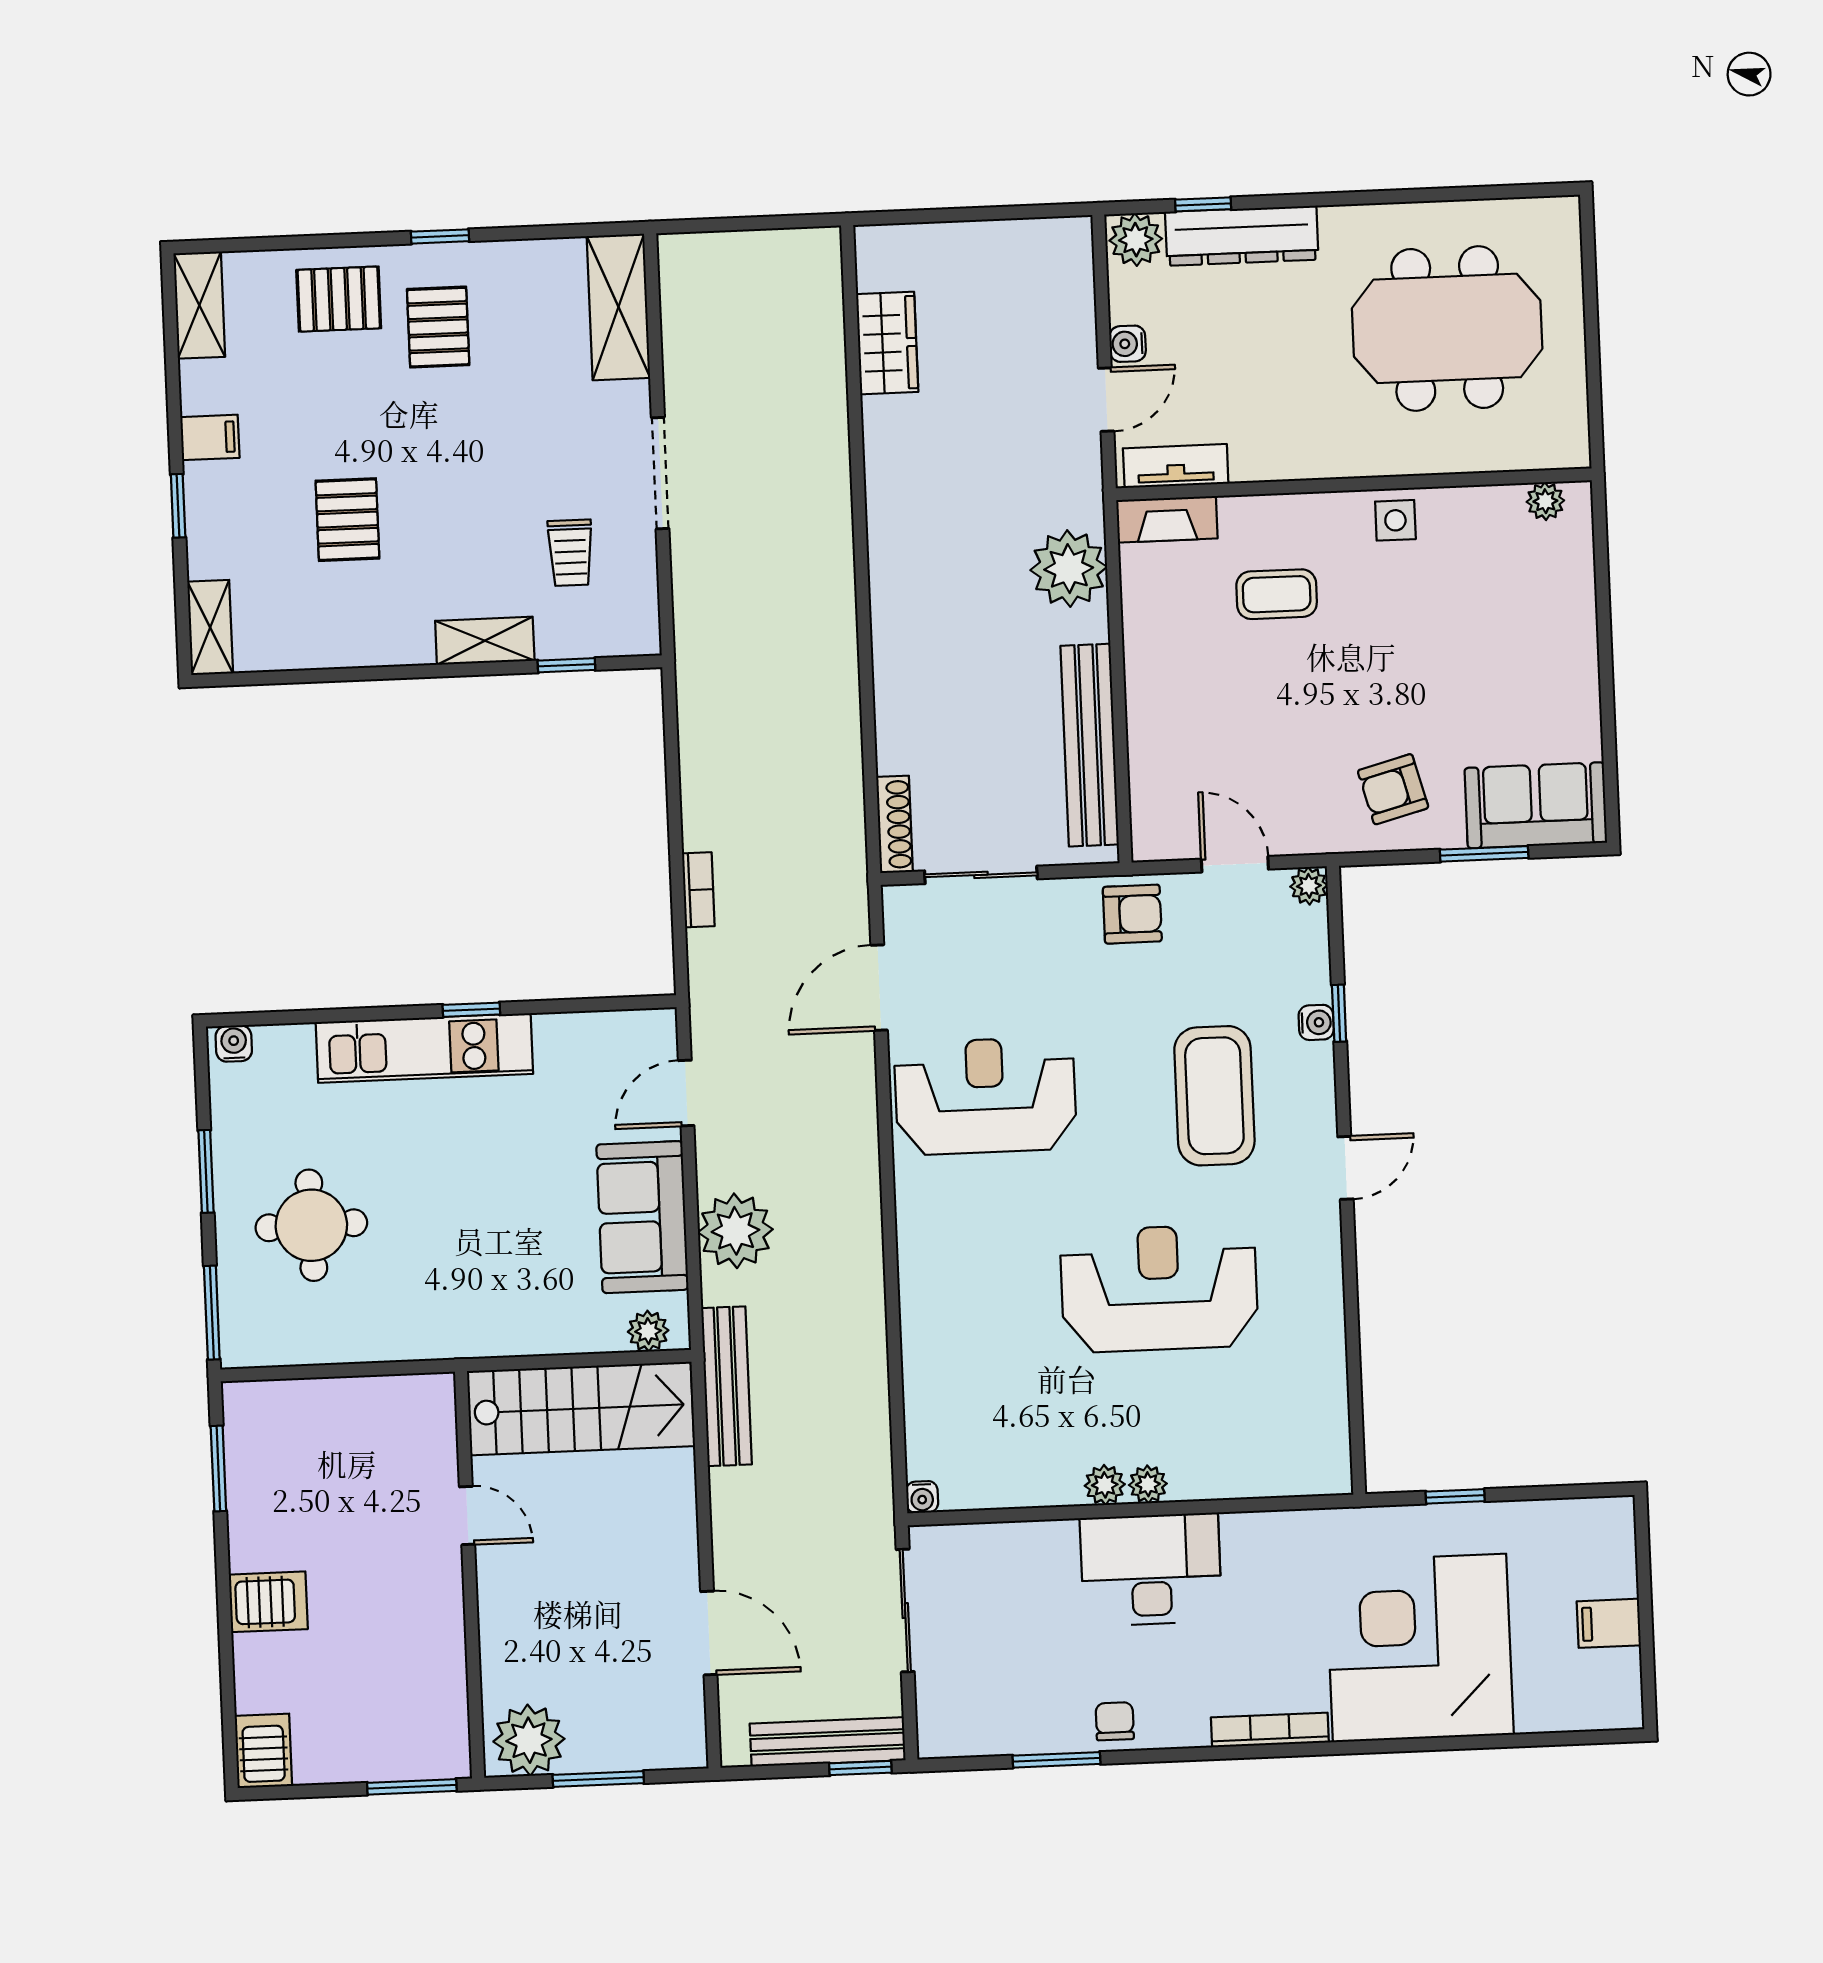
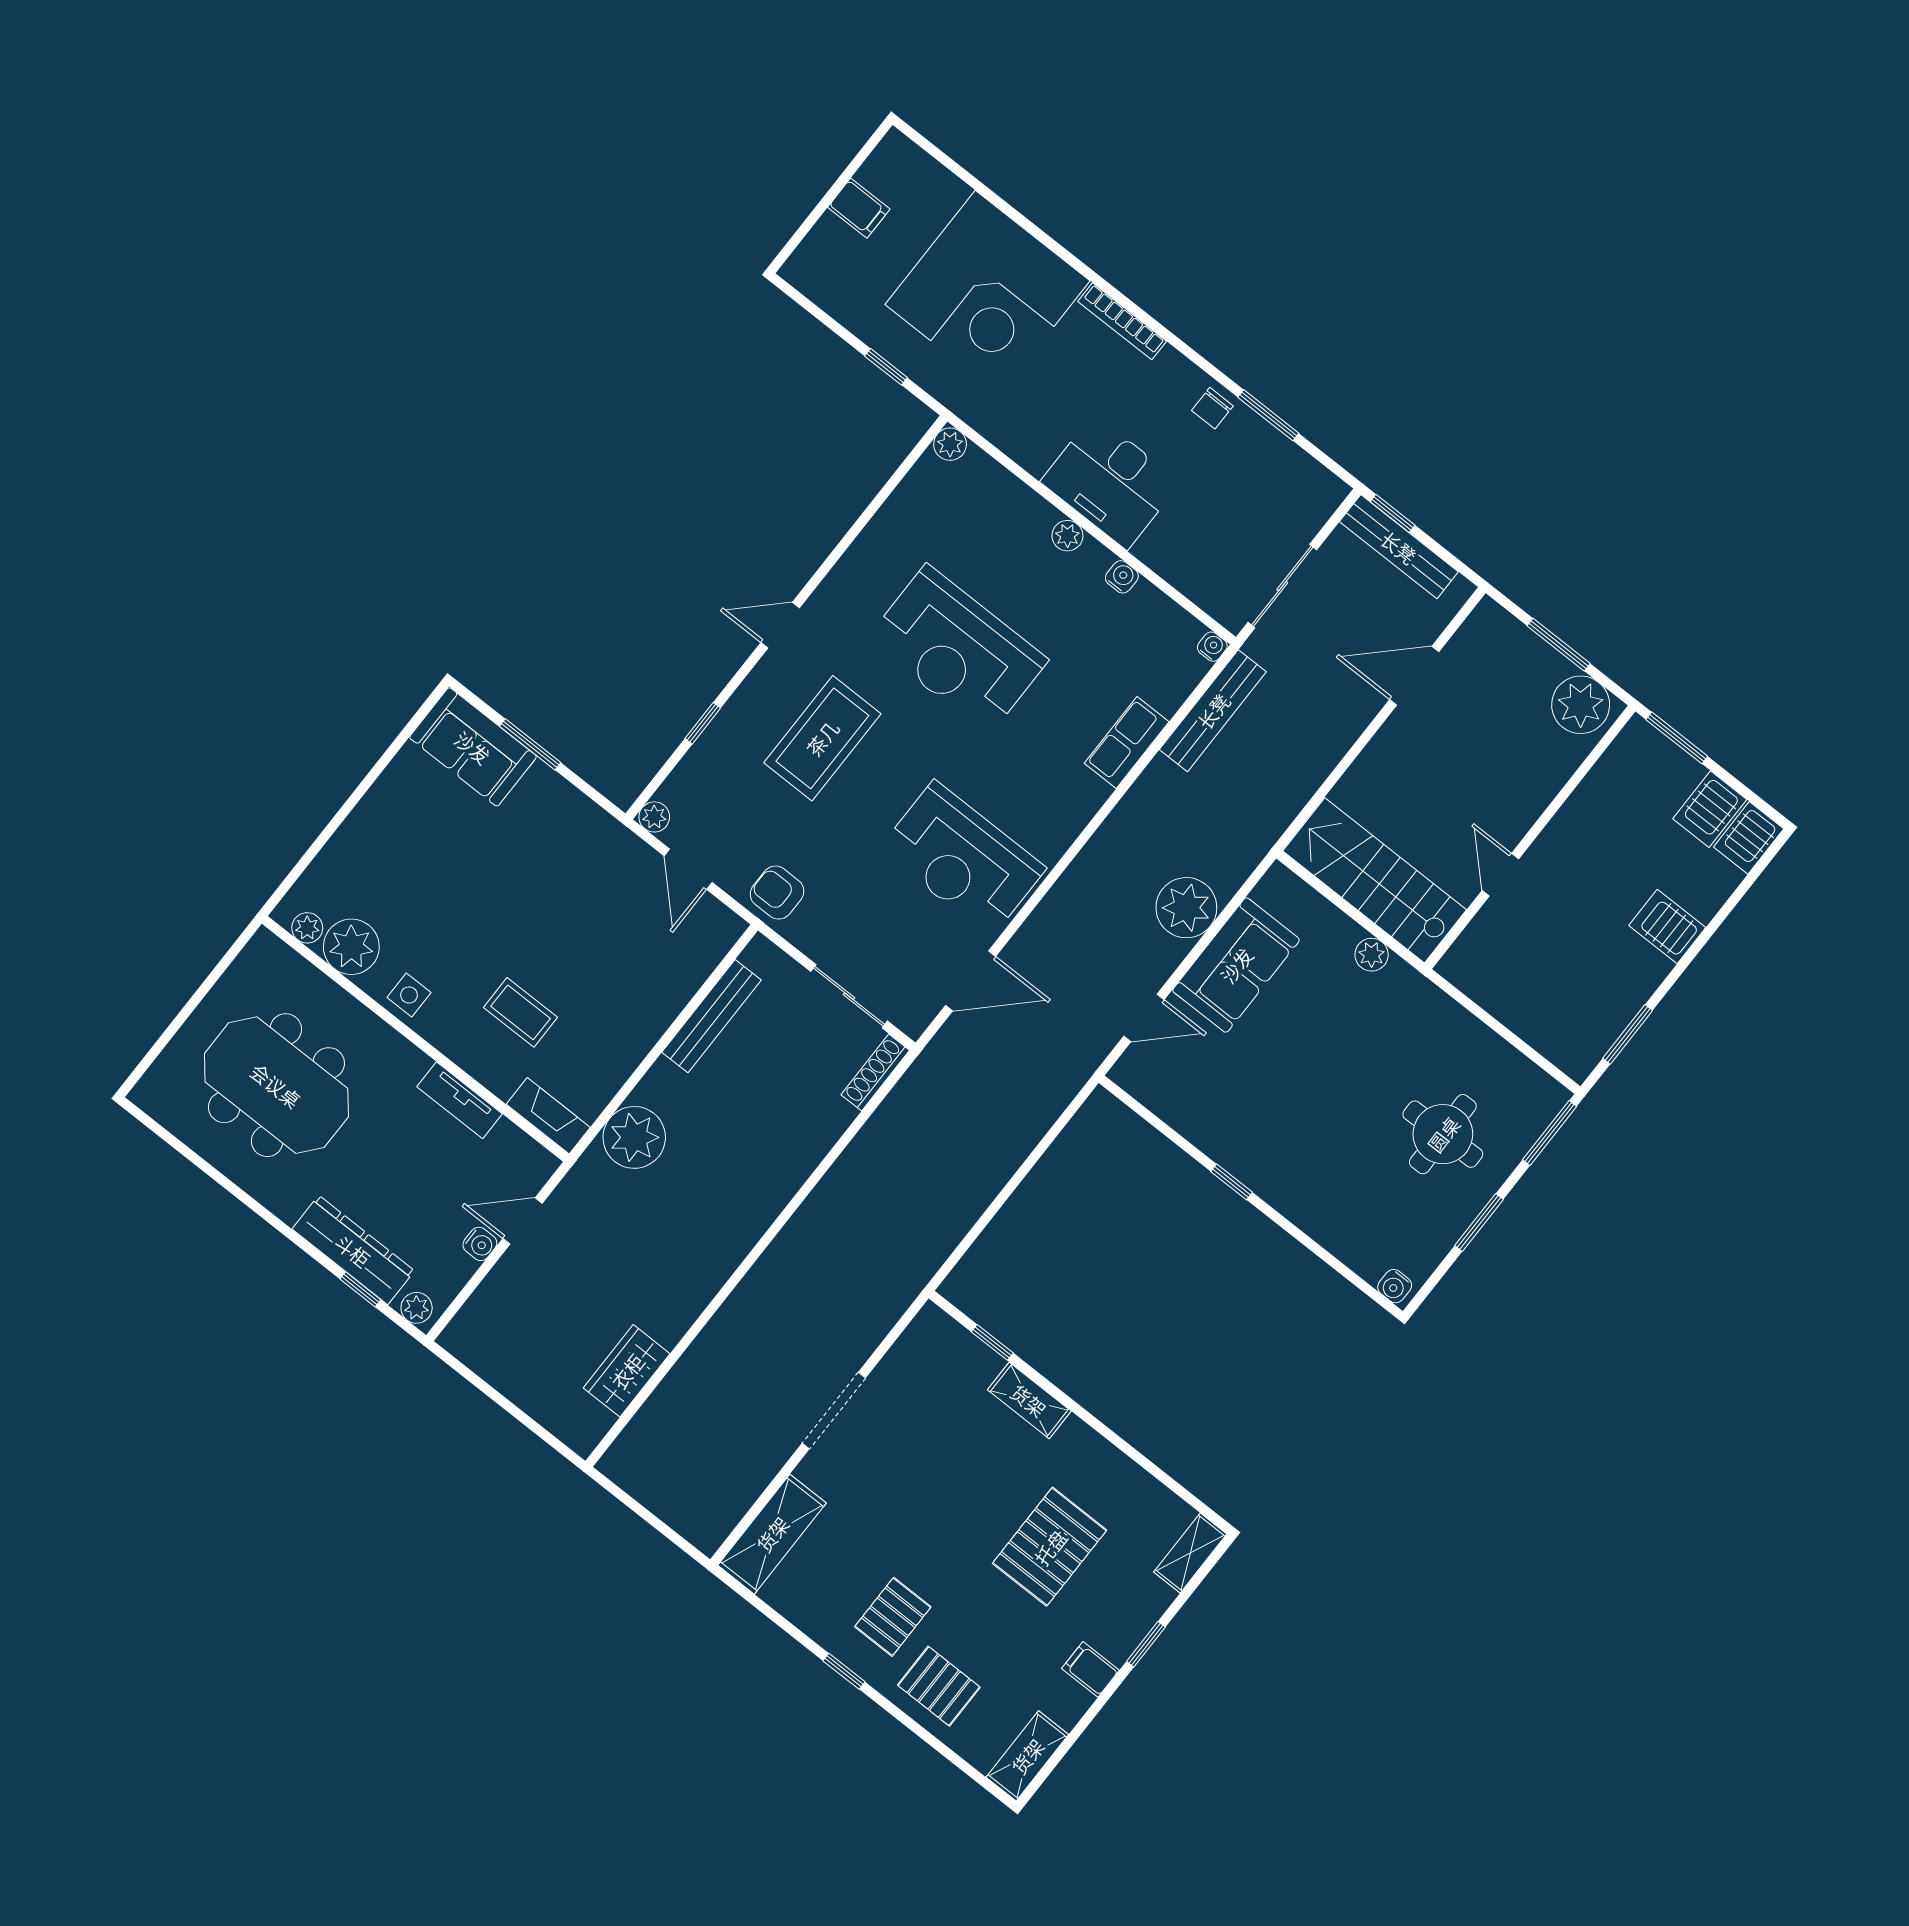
plant: (1136, 240) -> (417, 1308), width x0.73, depth x0.73
tv unit: (1176, 466) -> (460, 1100), moved
plant: (1489, 519) -> (351, 947), added
pallet: (347, 520) -> (1050, 1547), width x1.50, depth x1.42
trolley: (570, 553) -> (931, 1409), removed
bench: (1090, 745) -> (711, 1016), width x0.73, depth x0.82
armchair: (1393, 789) -> (552, 832), removed
bookcase: (698, 890) -> (1030, 1136), removed
water cooler: (1316, 1022) -> (1122, 577), moved, turned 90
kitchen unit: (424, 1048) -> (1280, 1183), removed
plant: (648, 1331) -> (1372, 955), moved
row of seats: (925, 1338) -> (1127, 743), added
bench: (727, 1386) -> (1213, 711), moved
plant: (1105, 1485) -> (950, 444), moved
door: (709, 1633) -> (1414, 676), hinge flipped
server rack: (323, 1747) -> (1710, 809), added

